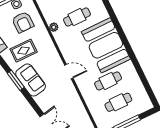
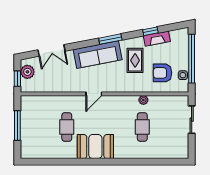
booth: (106, 45) -> (95, 147), width x0.73, depth x0.70
sofa: (31, 80) -> (98, 55), width x1.36
cafe table: (118, 102) -> (42, 127), removed

